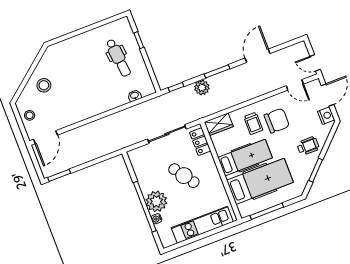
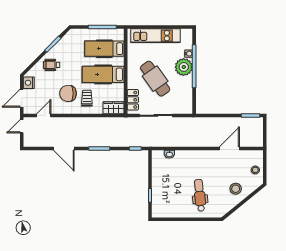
door: (258, 56) -> (64, 149), hinge flipped
dental chair: (118, 58) -> (200, 195), moved
door: (315, 63) -> (22, 126), swing flipped
door: (295, 85) -> (44, 115), hinge flipped
plant: (202, 87) -> (116, 141), removed
door: (46, 137) -> (229, 149), moved
cafe table: (184, 176) -> (155, 79), width x1.37, depth x1.35
hospital bed: (260, 181) -> (104, 49), width x0.73, depth x0.78

